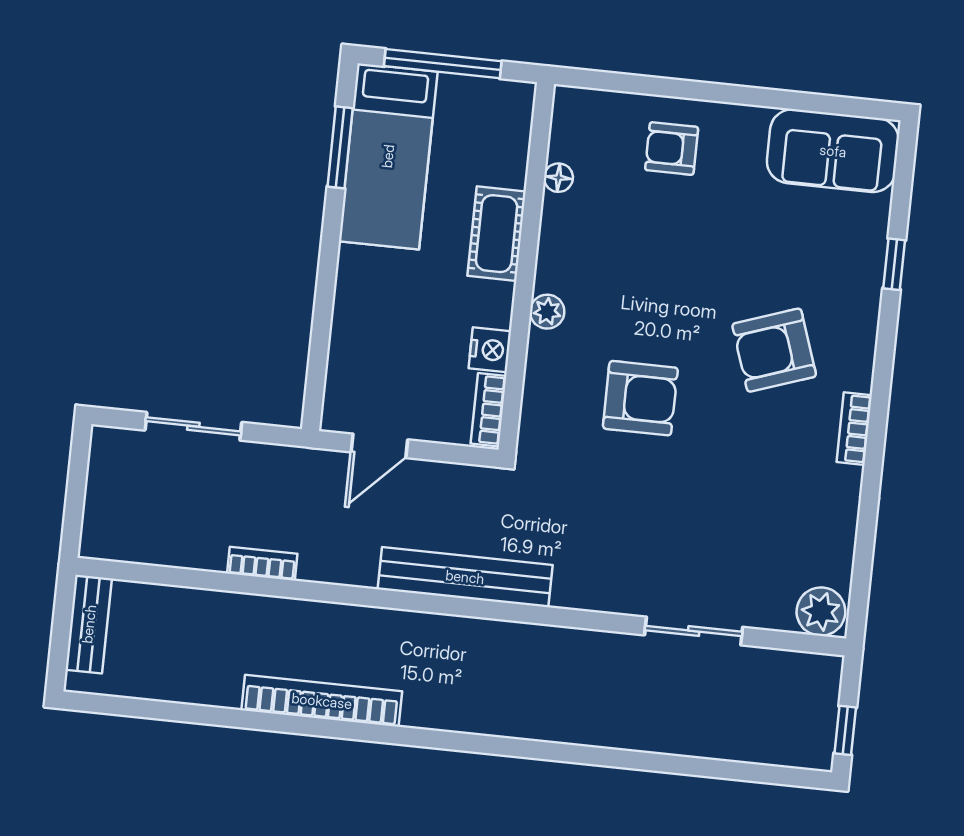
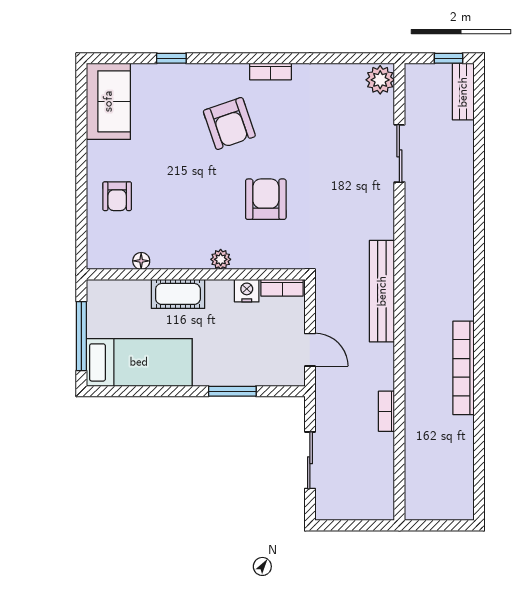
window: (340, 147) -> (232, 391), moved
bench: (89, 624) -> (463, 92), moved, turned 90

